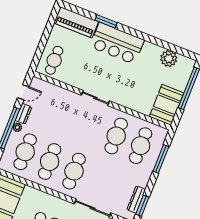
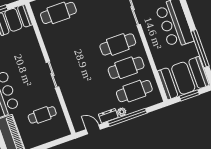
cafe table: (54, 60) -> (42, 115), moved
cafe table: (116, 136) -> (67, 36), removed

